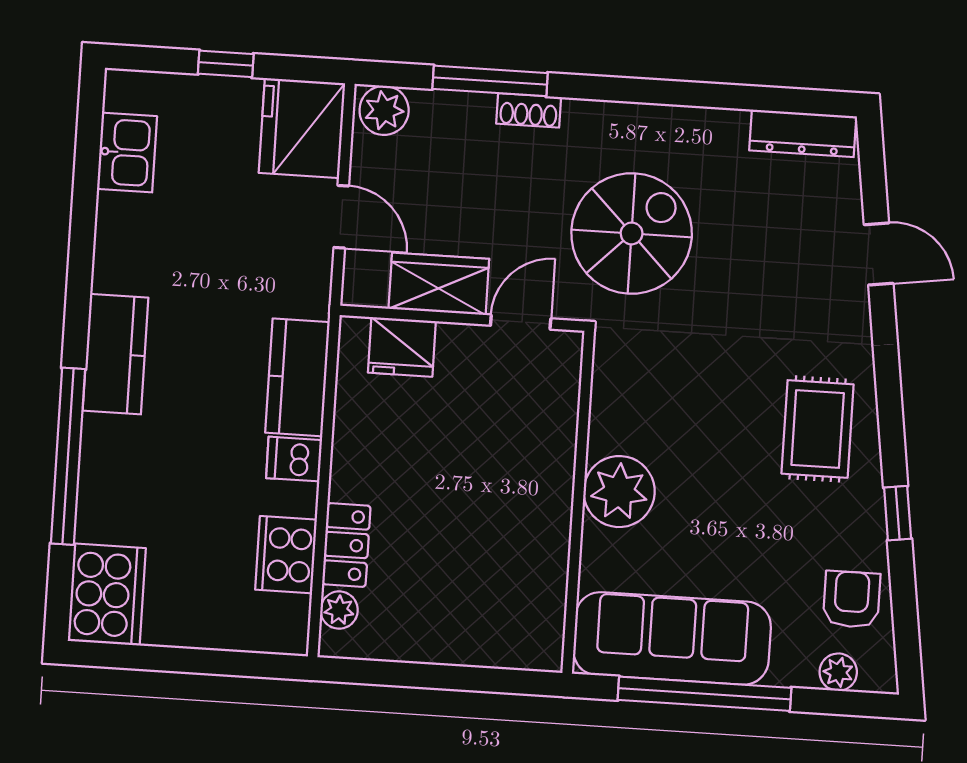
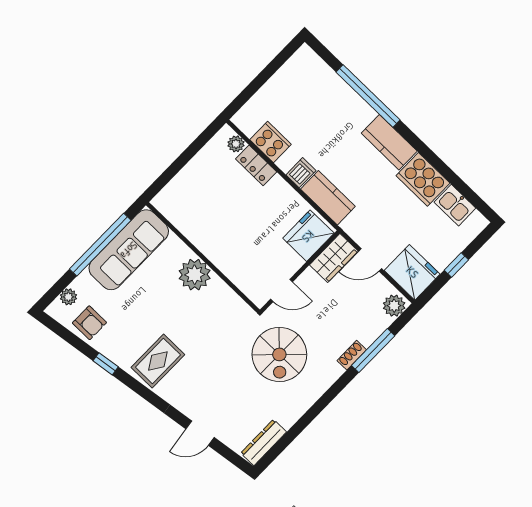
wardrobe: (439, 284) -> (334, 258), moved
door: (521, 322) -> (282, 290), hinge flipped
fridge: (402, 347) -> (308, 236), width x1.36, depth x1.34
rug: (818, 429) -> (158, 361), turned 90
cooker: (107, 595) -> (423, 179), moved

